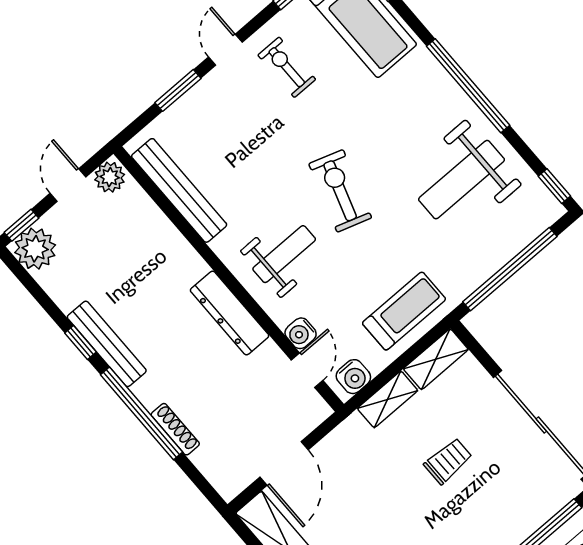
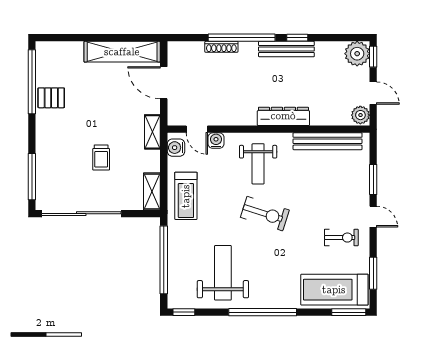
dresser: (230, 313) -> (283, 116), moved
shelving: (388, 399) -> (152, 132), moved

